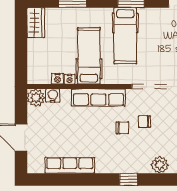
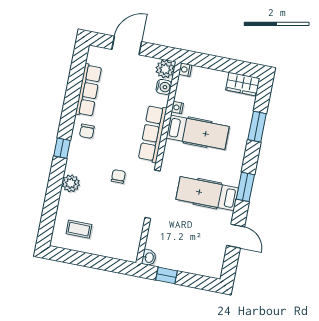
hospital bed: (125, 36) -> (207, 194), moved
nightstand: (57, 79) -> (185, 70), moved
chair: (122, 128) -> (87, 131), moved

